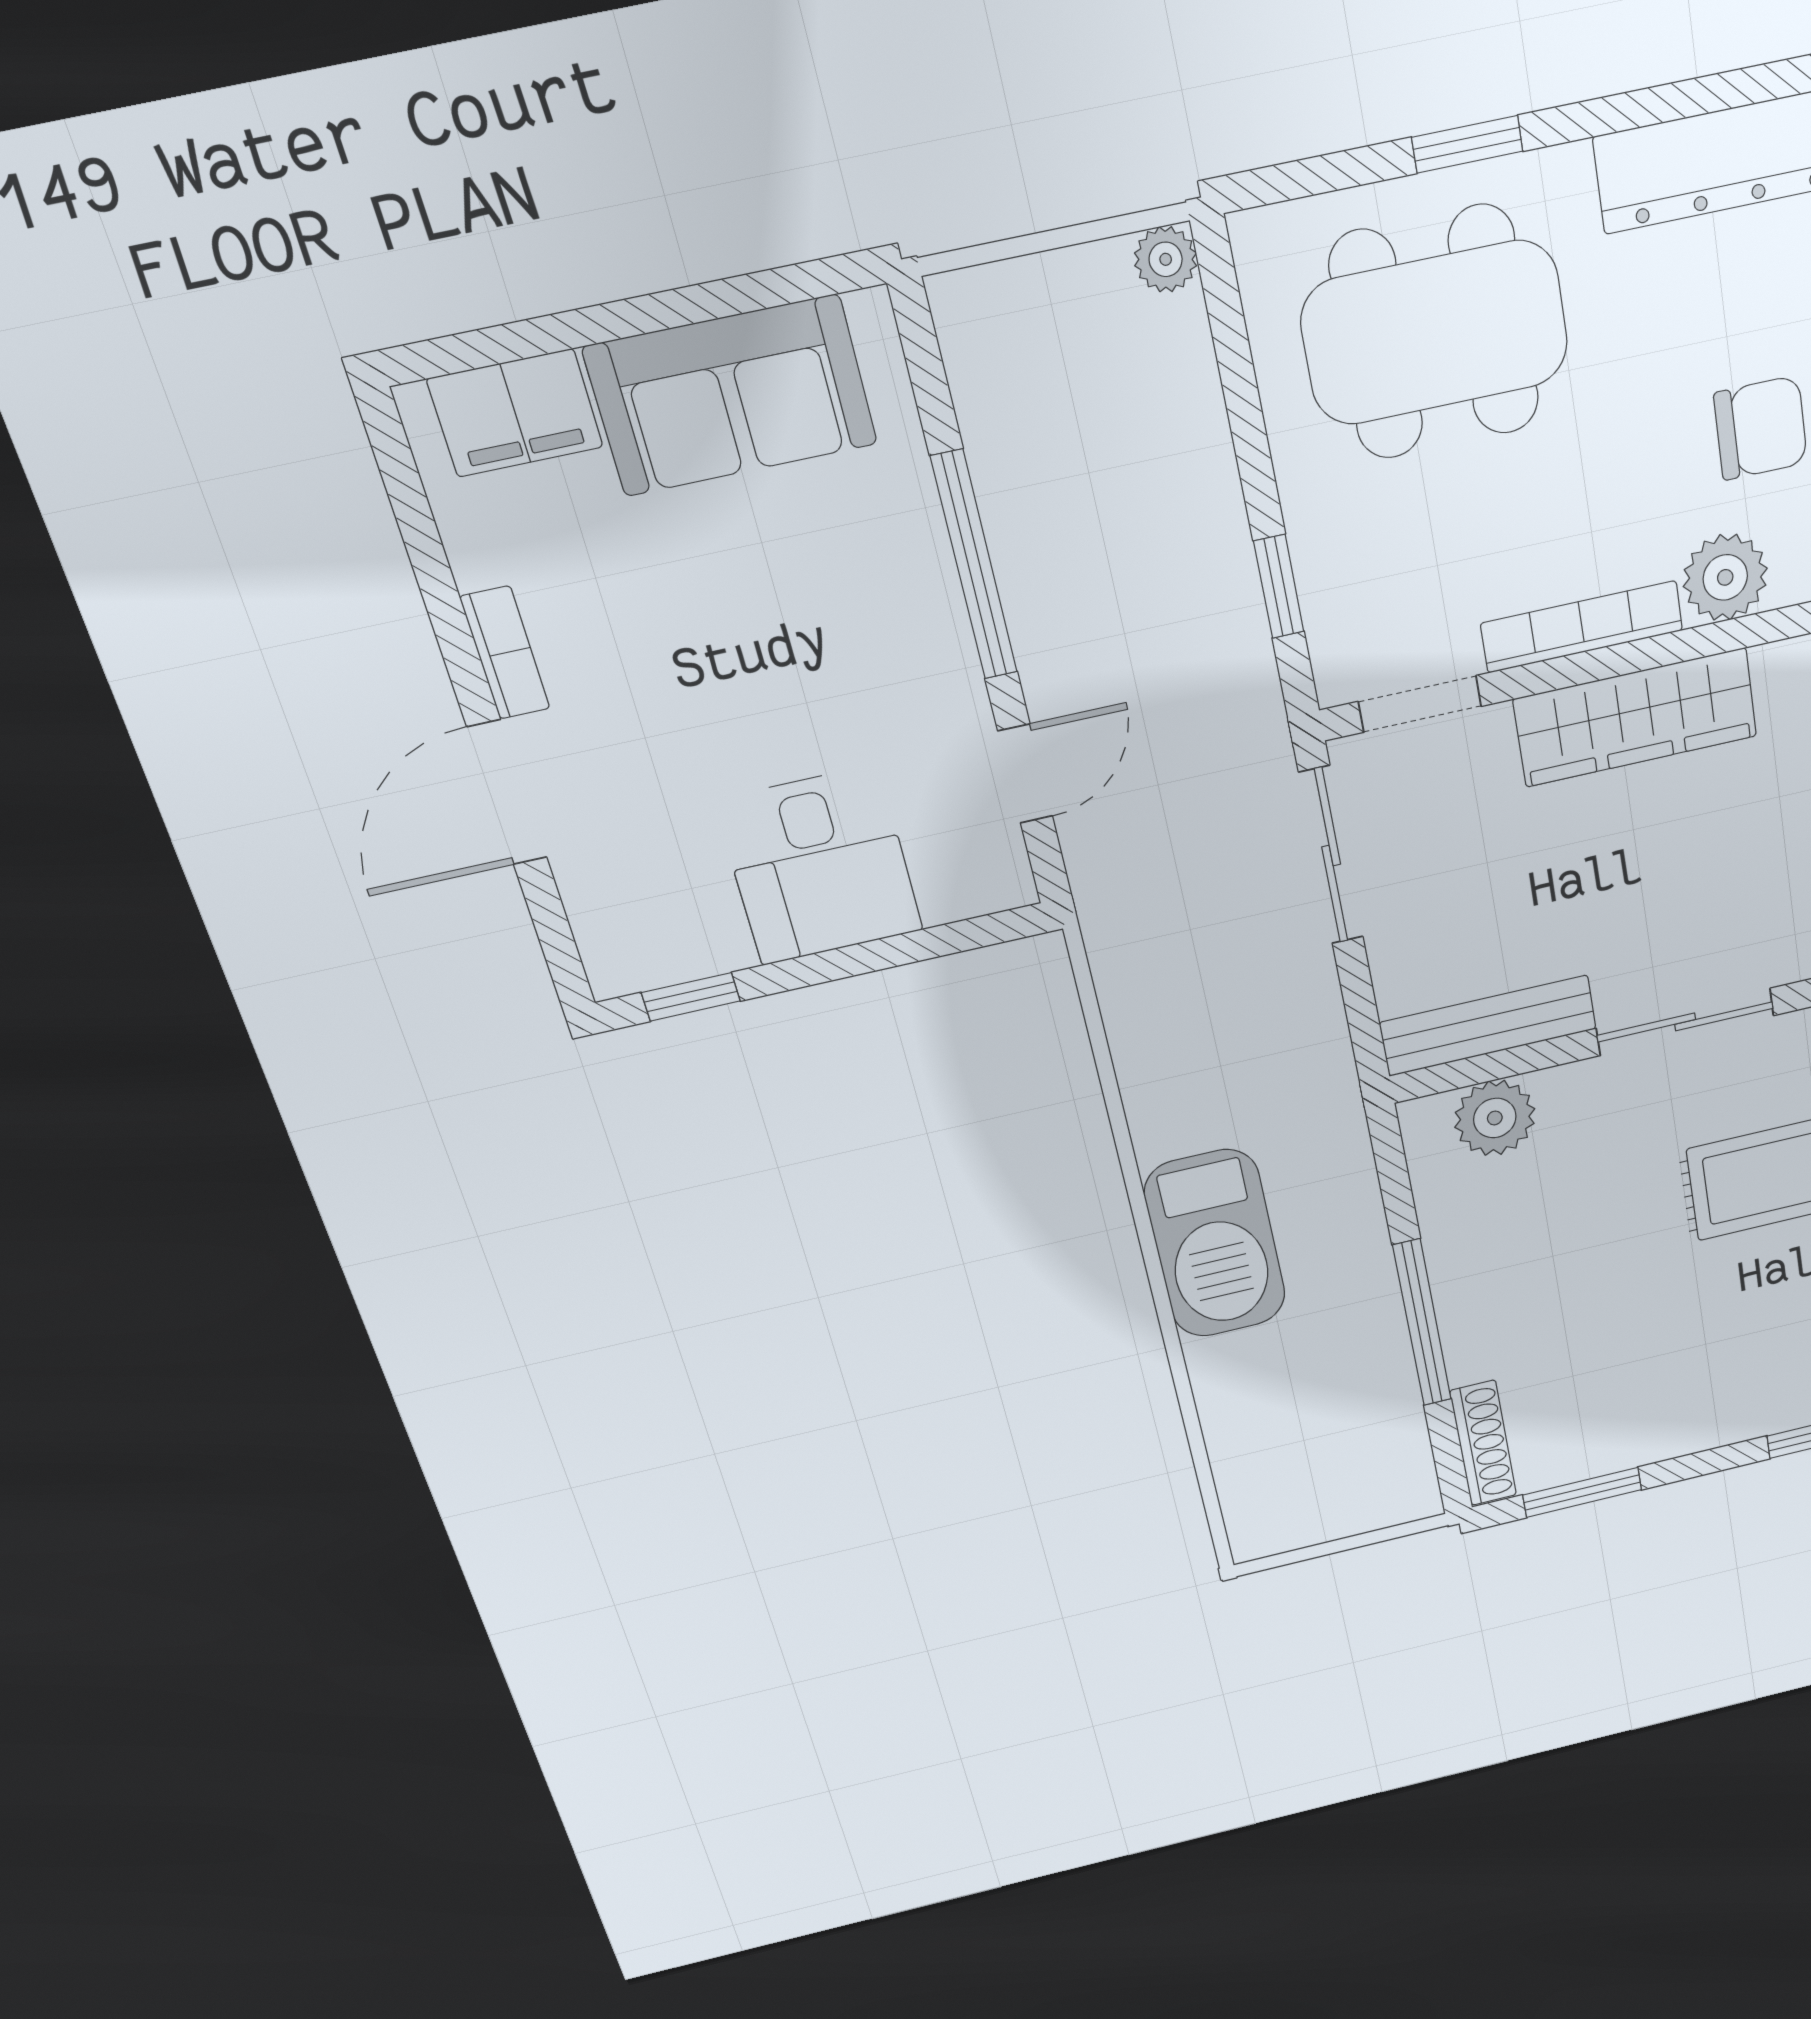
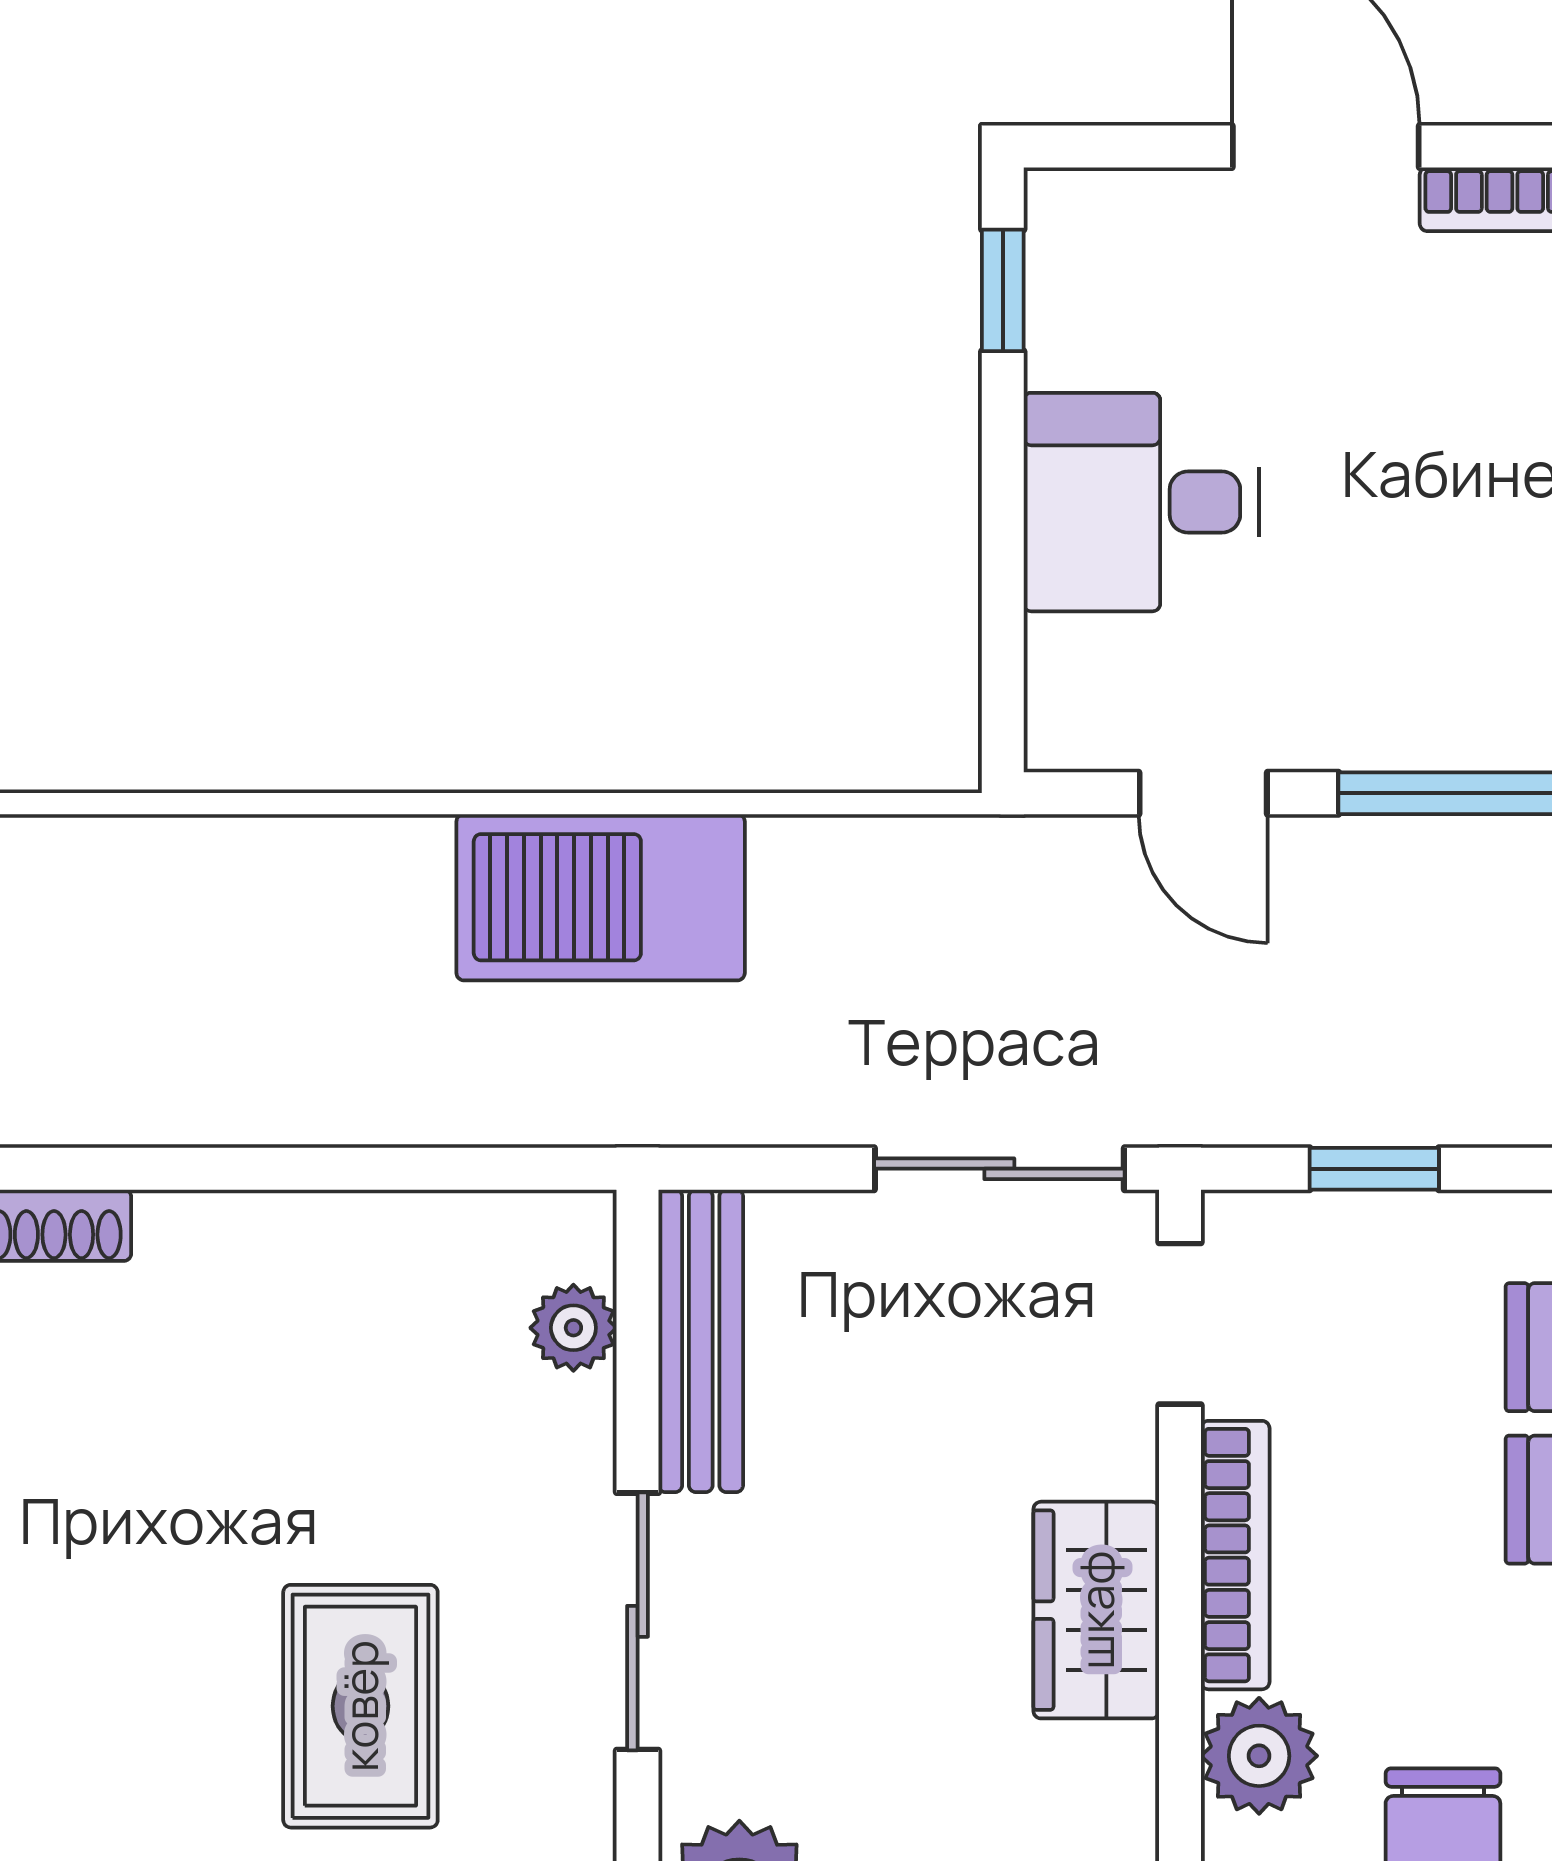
wardrobe: (1636, 718) -> (1096, 1610), width x0.67
plant: (1495, 1118) -> (573, 1328), width x0.73, depth x0.73
barbecue: (1215, 1244) -> (601, 897), moved
window: (1422, 1323) -> (255, 1169), removed

